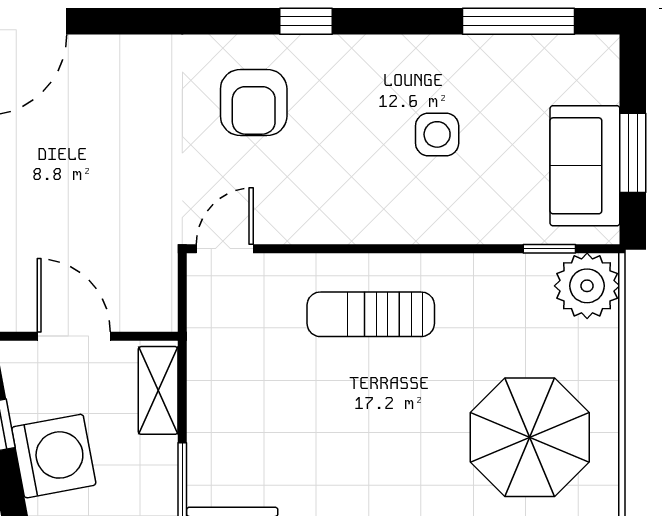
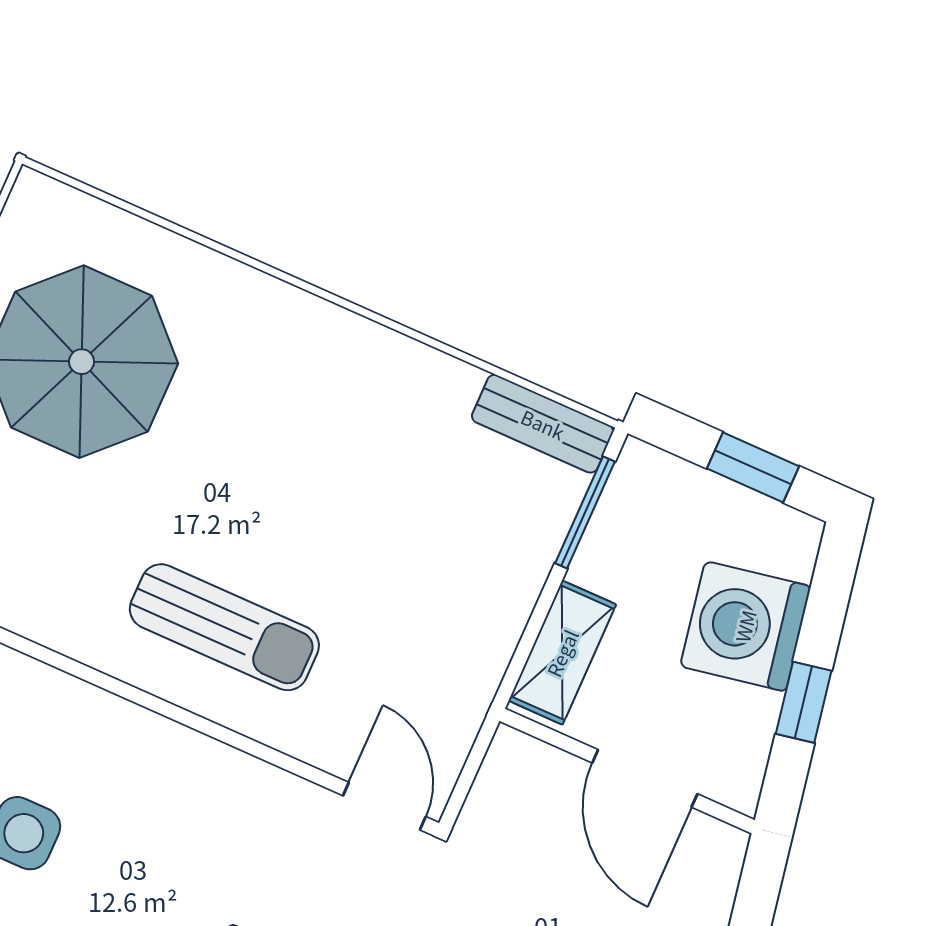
door: (225, 249) -> (384, 806), swing flipped

